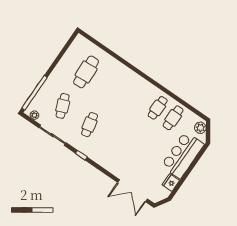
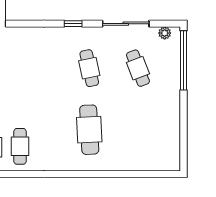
cafe table: (86, 72) -> (89, 130), moved

